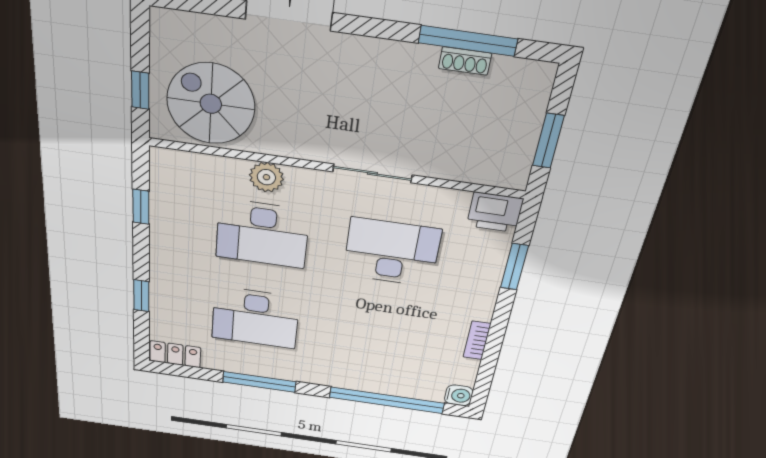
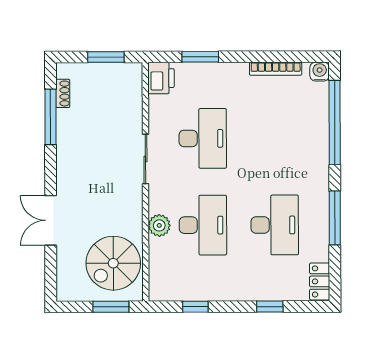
shoe rack: (465, 61) -> (63, 93), moved
window: (140, 90) -> (111, 307), width x1.50
desk: (392, 252) -> (203, 138), turned 180
bookcase: (477, 340) -> (276, 69), width x1.56

